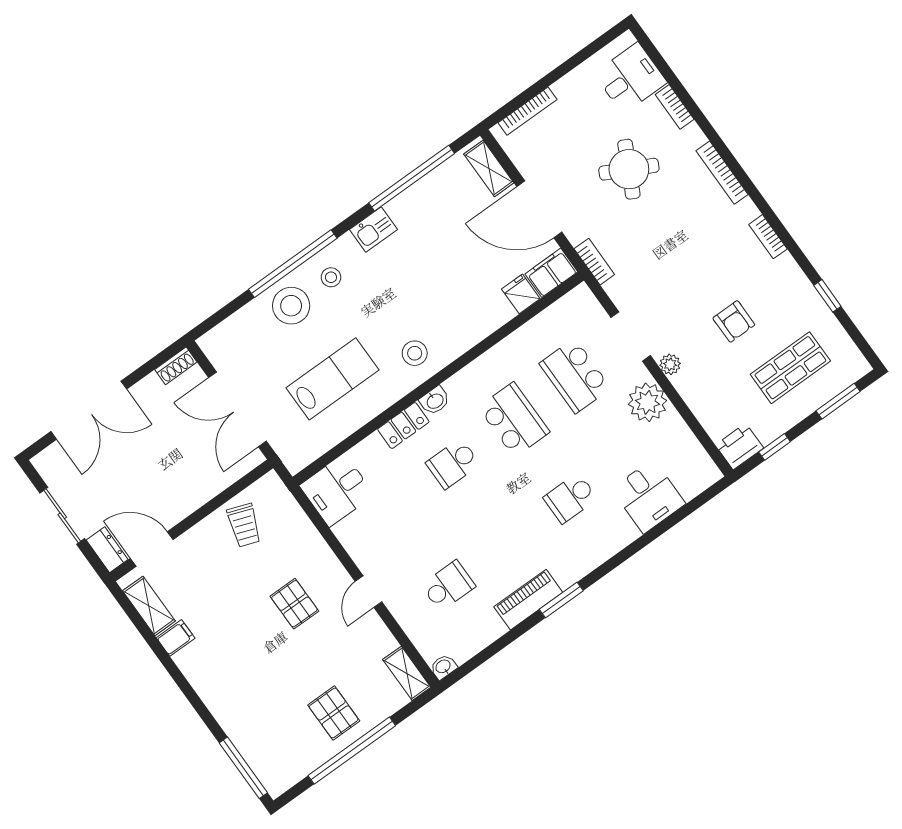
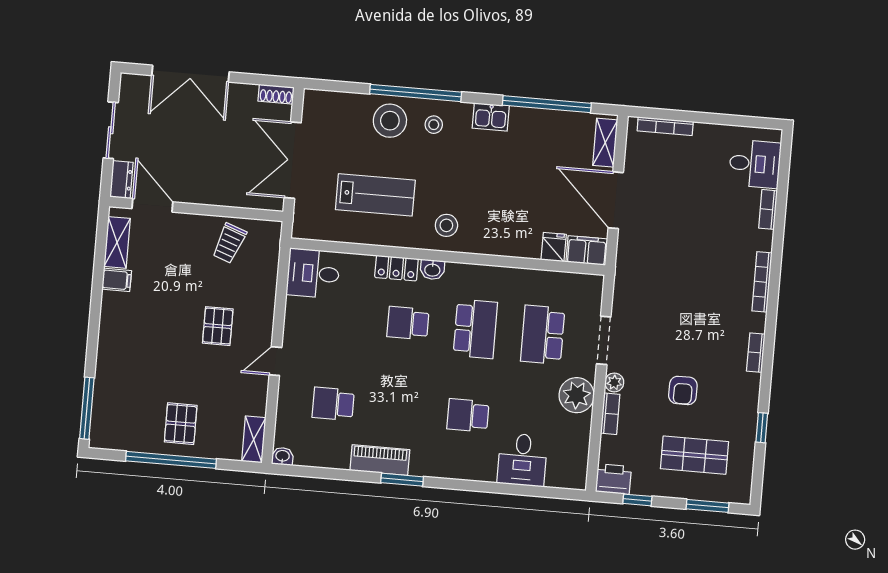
round table: (629, 169) -> (700, 225), removed
bookcase: (594, 262) -> (610, 414), moved
school desk: (448, 586) -> (333, 404), turned 180

